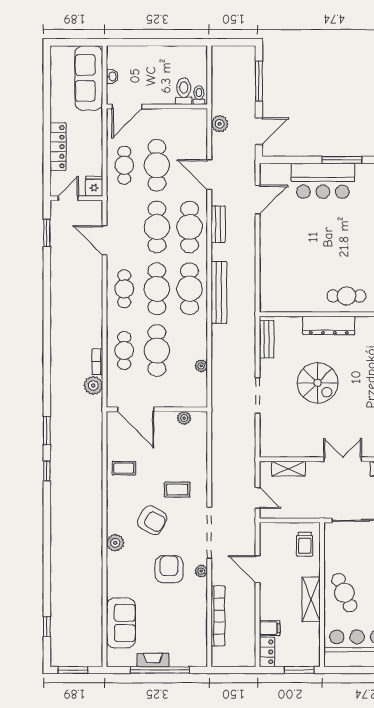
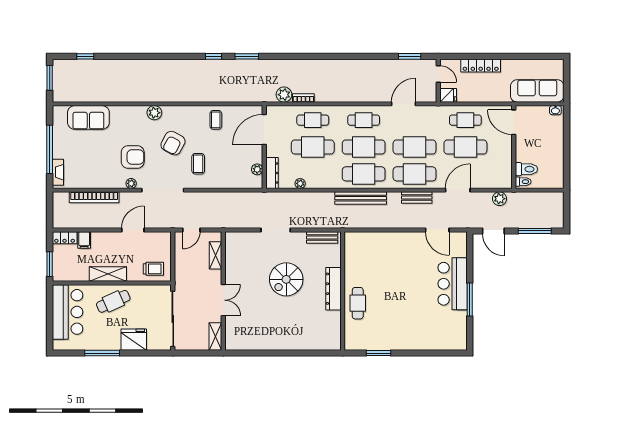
washbasin: (112, 76) -> (555, 110), moved
dresser: (188, 400) -> (272, 173), added
trolley: (305, 544) -> (153, 269), turned 180
fireplace: (153, 660) -> (58, 172), moved

